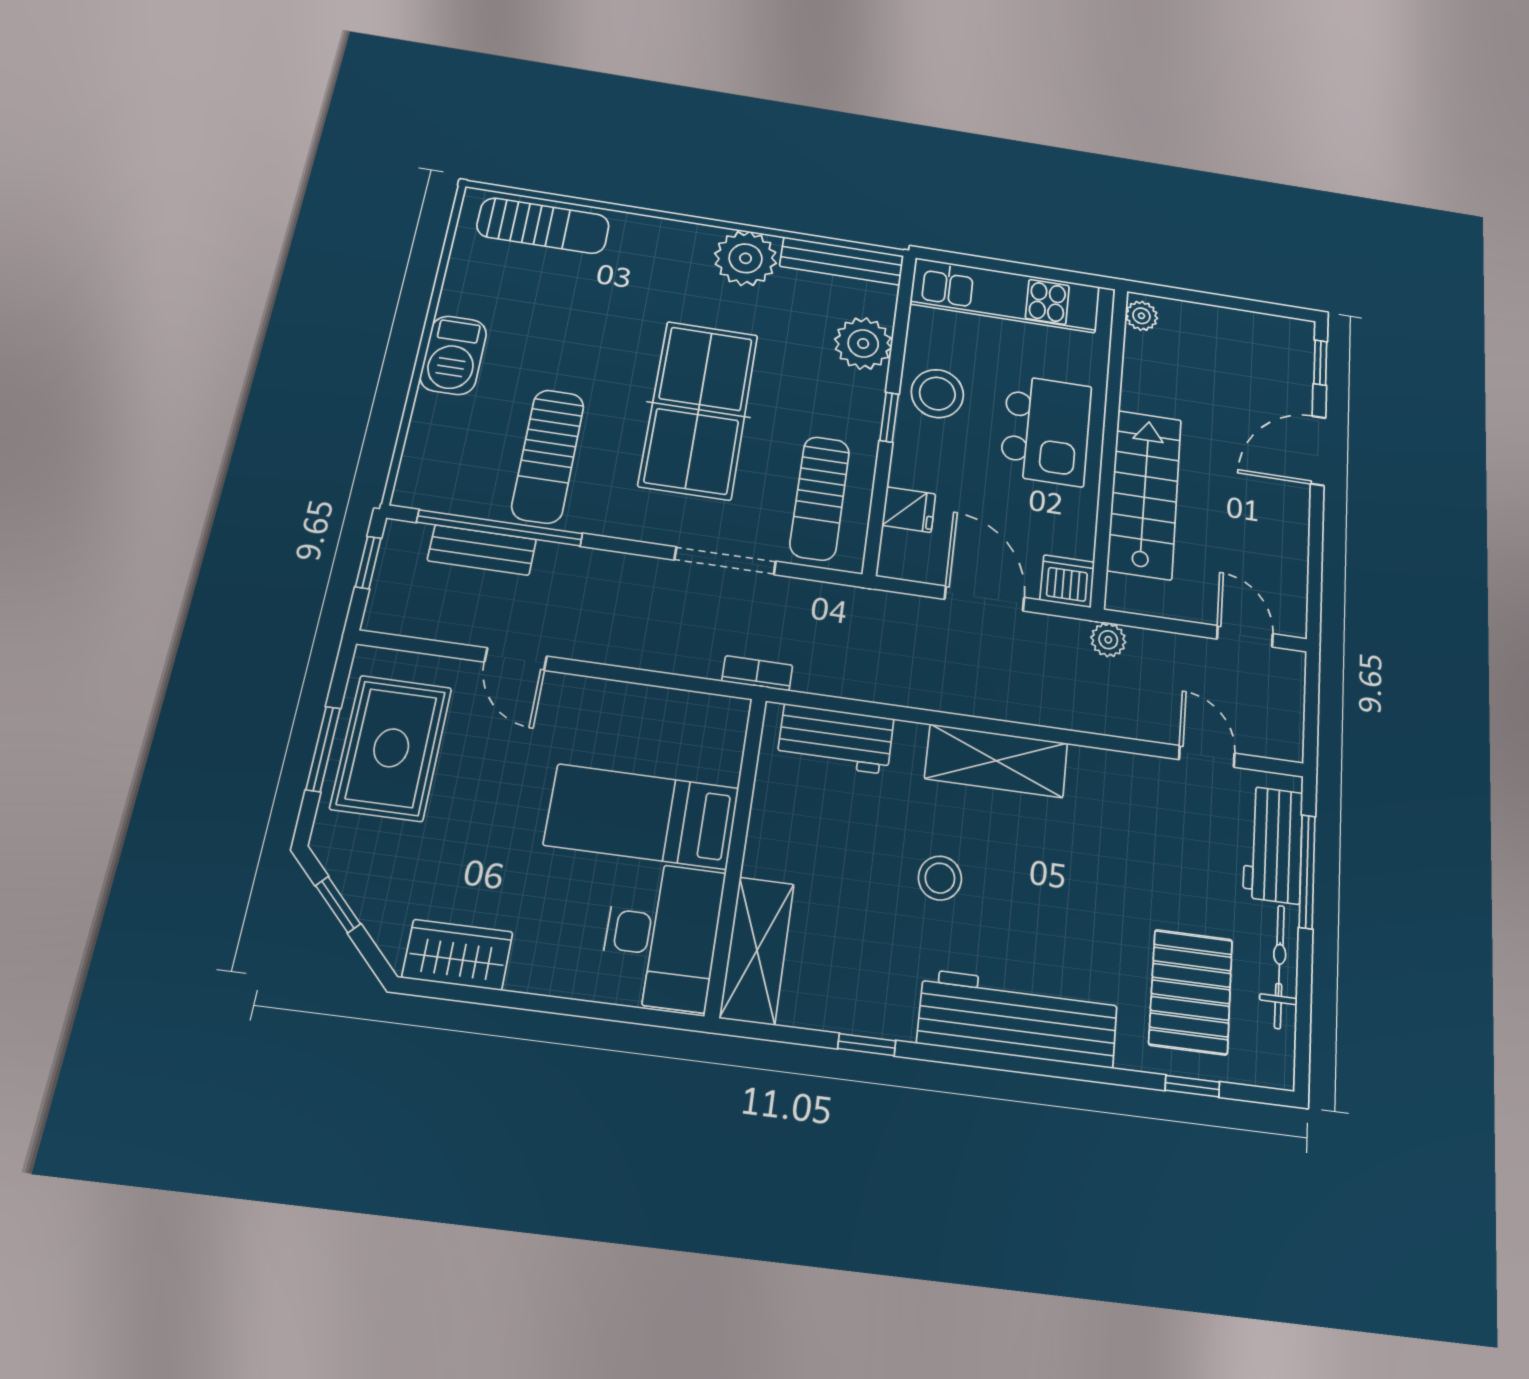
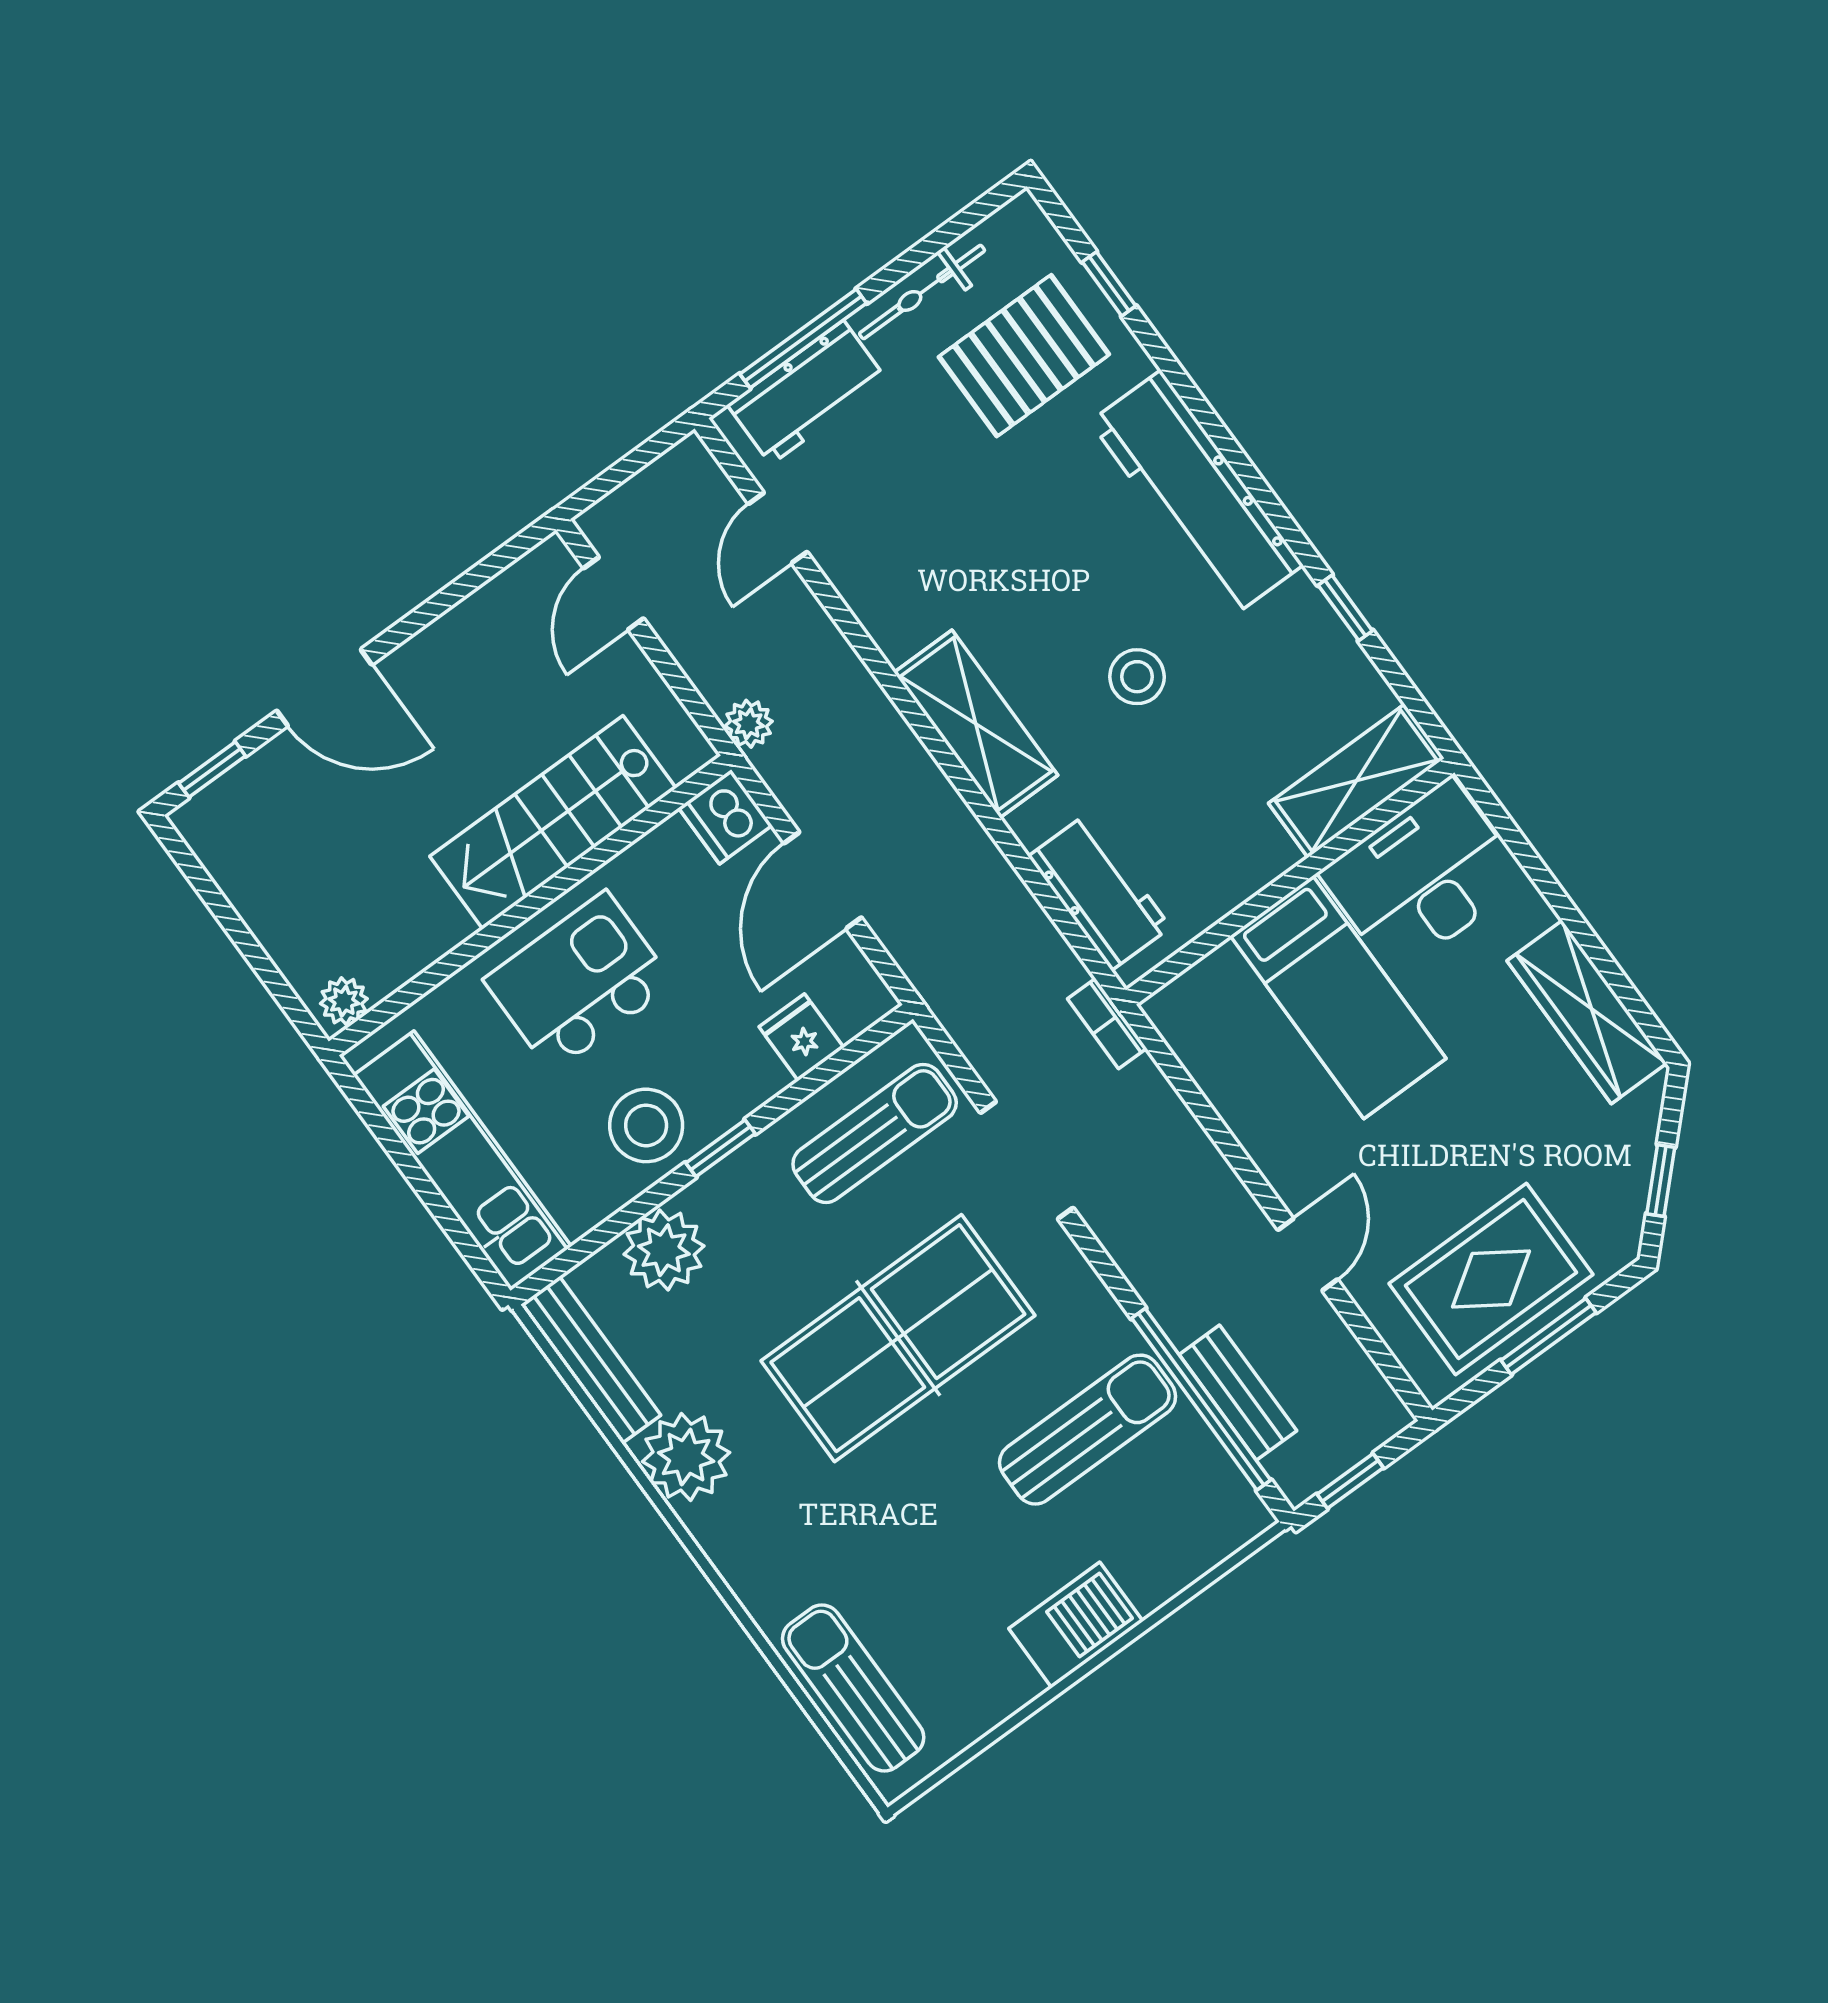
wardrobe: (457, 955) -> (1587, 1012), width x1.50

